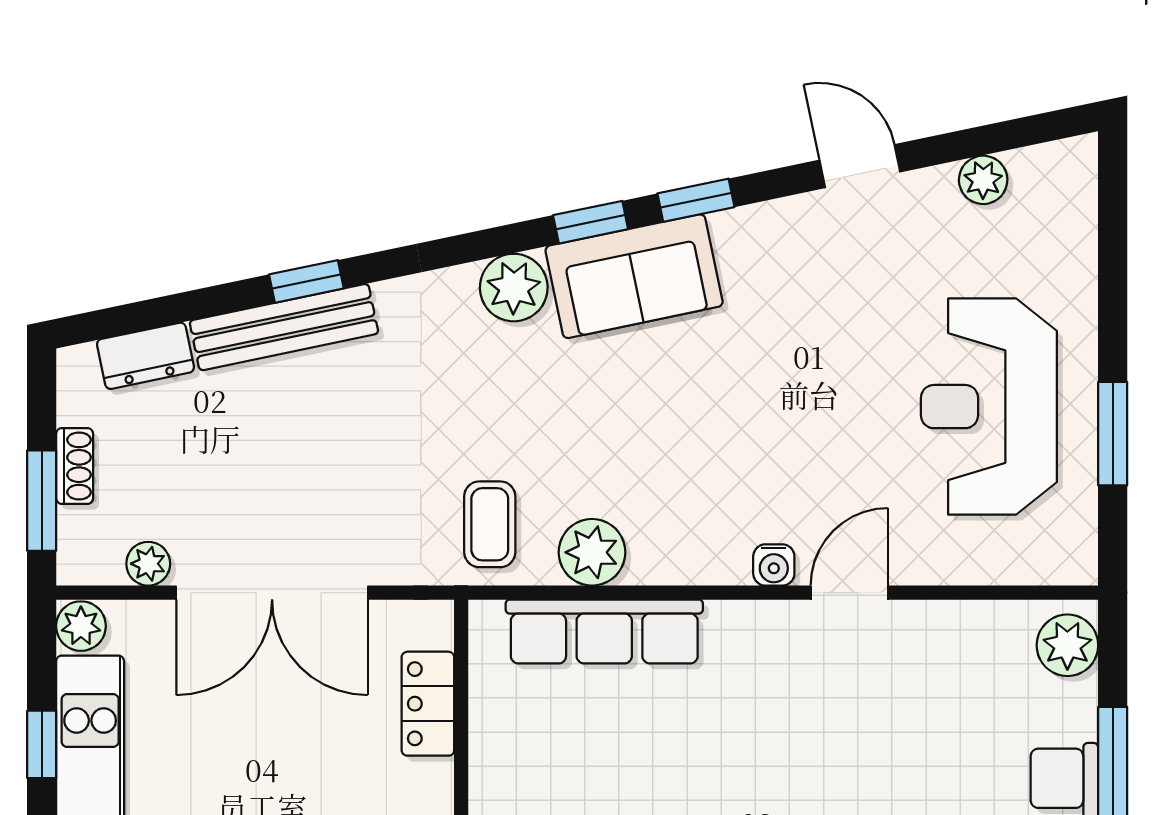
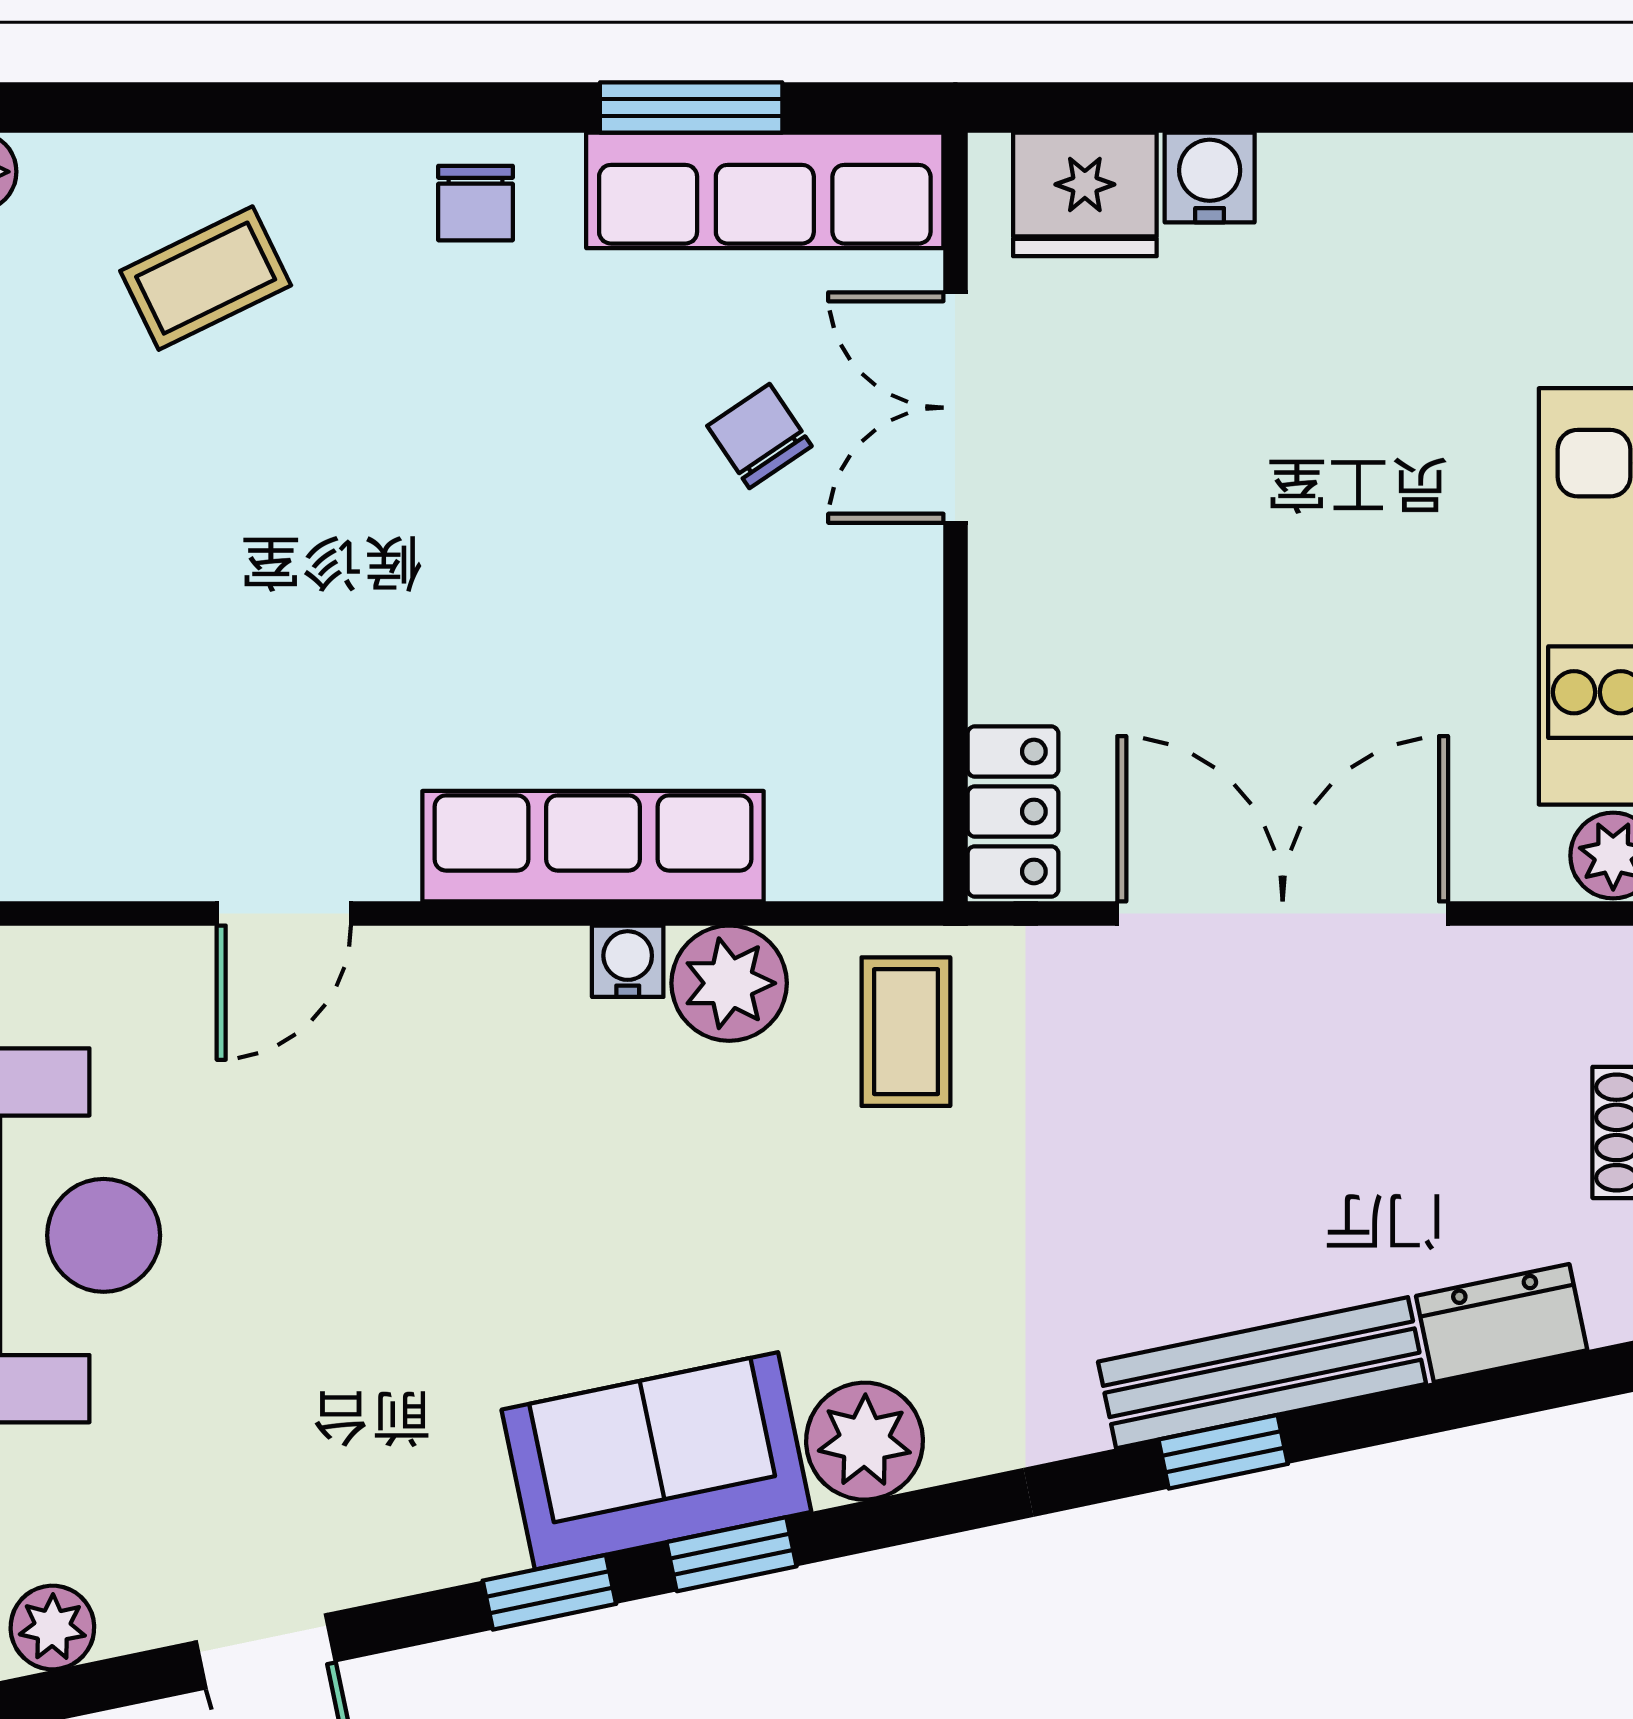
plant: (148, 564) -> (1497, 963), removed
water cooler: (774, 565) -> (628, 961), moved
row of seats: (604, 631) -> (593, 846), moved
locker: (428, 704) -> (1013, 811), moved

